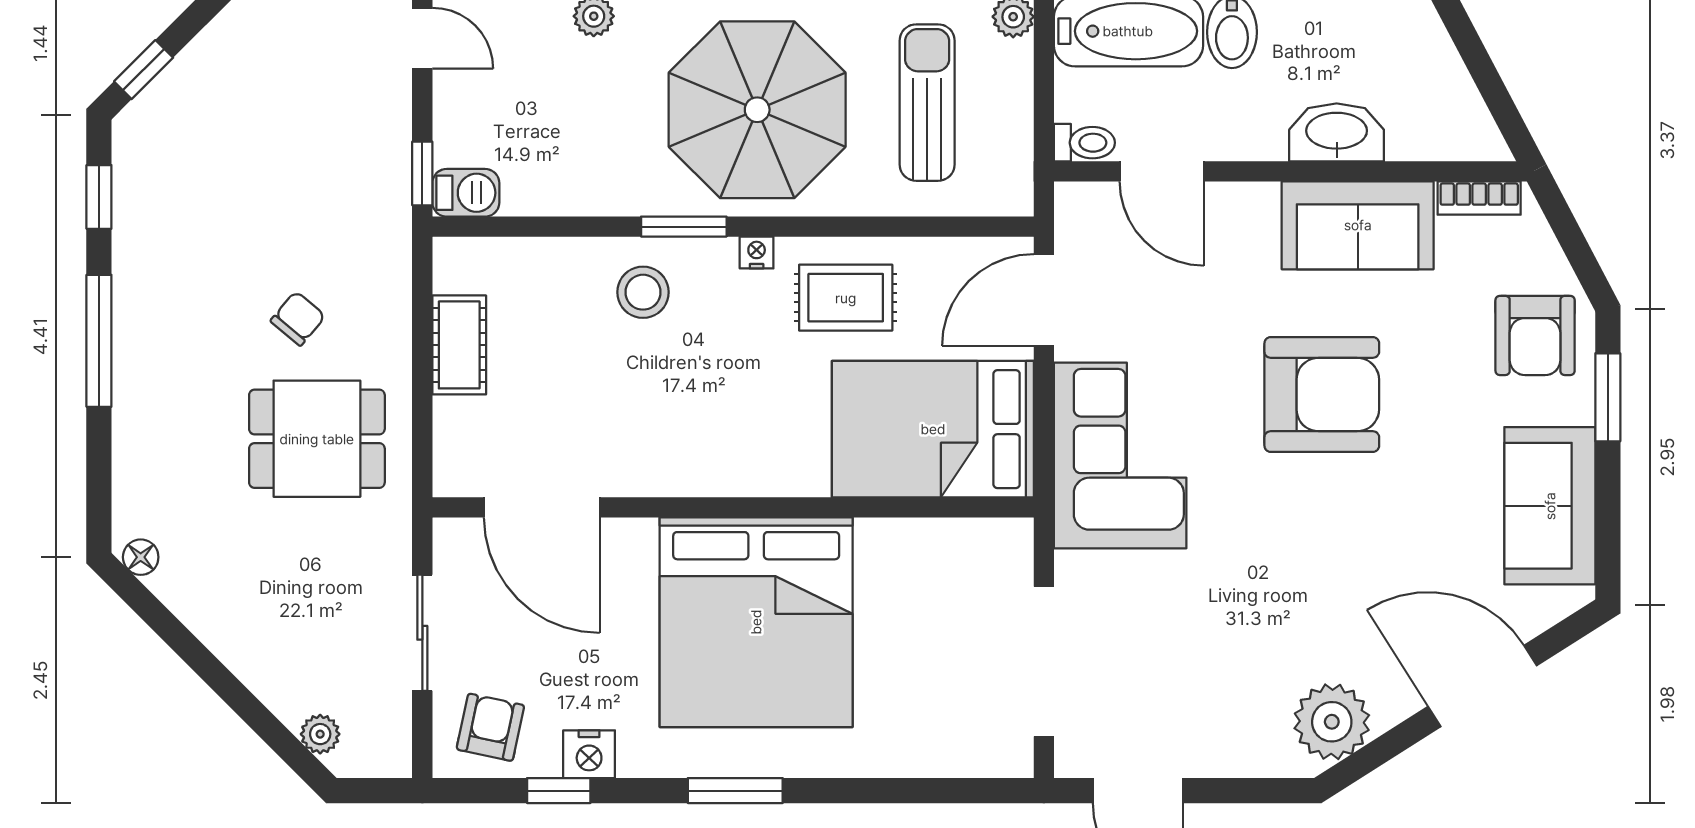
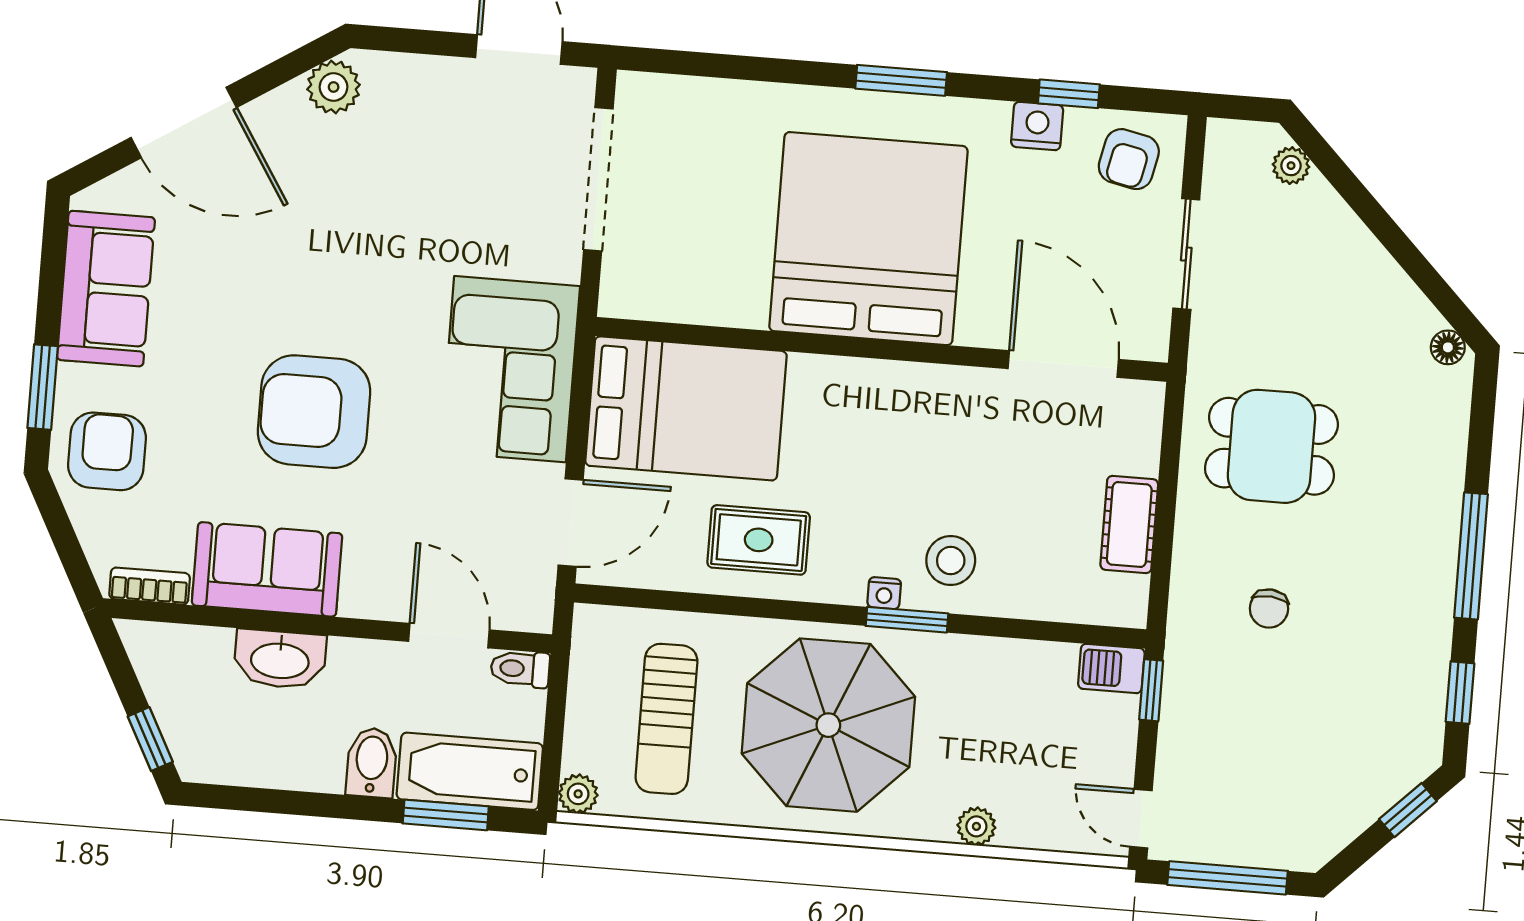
window: (1466, 38) -> (150, 739), added
nightstand: (757, 253) -> (884, 593), moved
chair: (298, 318) -> (1269, 609), moved, turned -35
plant: (1332, 722) -> (334, 87), width x0.73, depth x0.73

